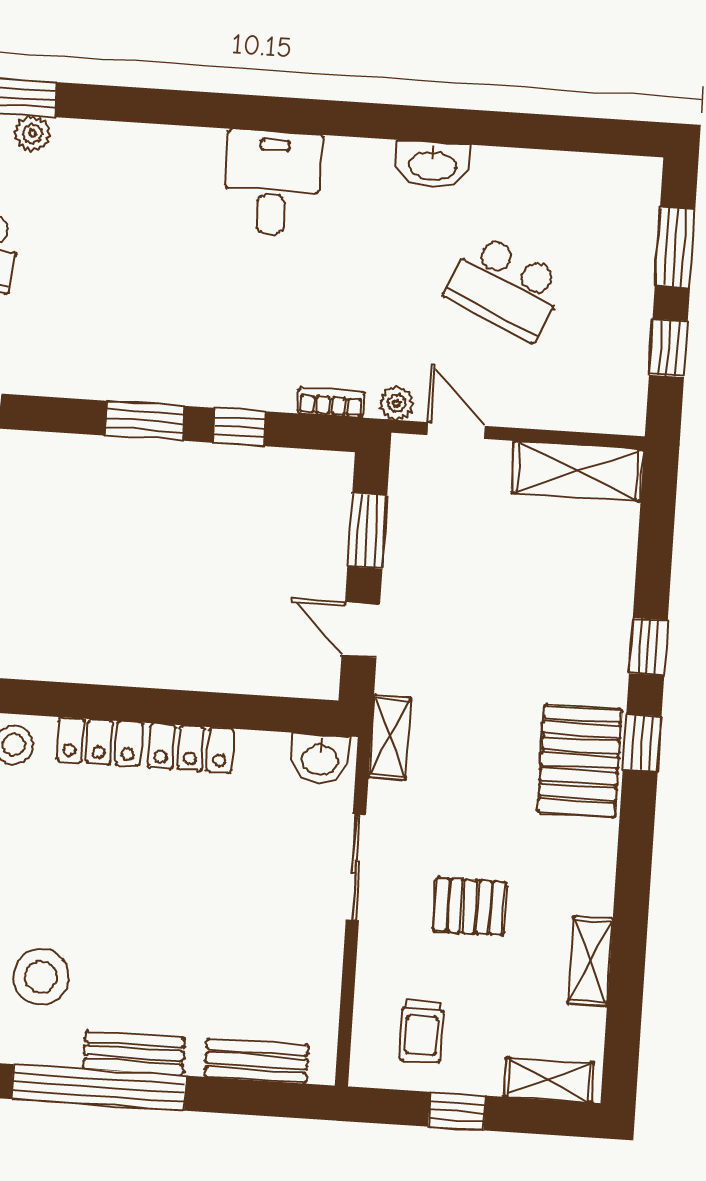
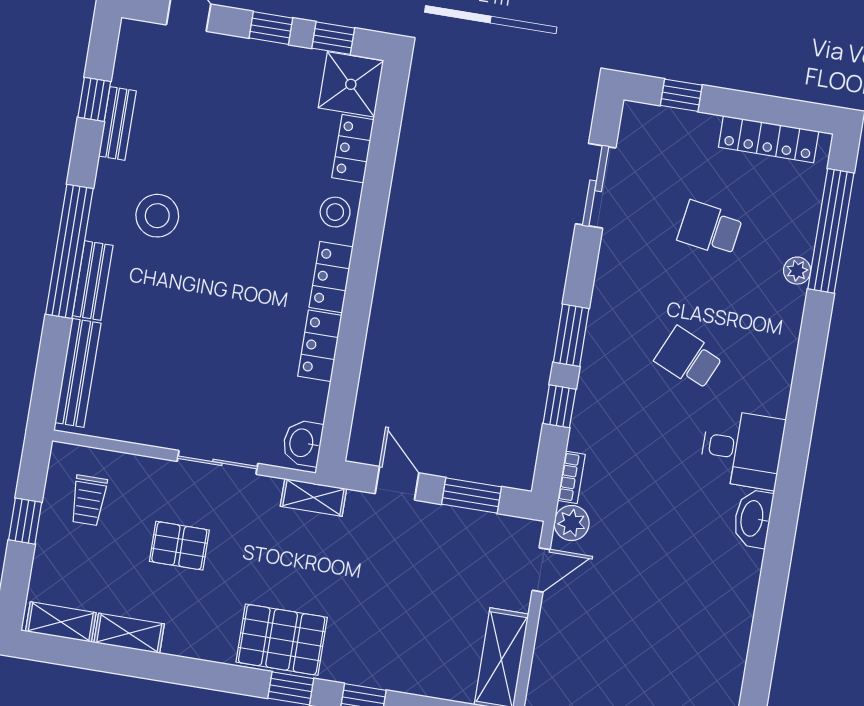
washbasin: (433, 165) -> (753, 519), moved
school desk: (505, 287) -> (689, 358), moved, width x0.54
plant: (396, 403) -> (572, 523), width x1.38, depth x1.38
door: (361, 630) -> (397, 483), hinge flipped
pallet: (470, 906) -> (179, 546), turned 90
trolley: (422, 1031) -> (89, 500), turned -90
bench: (257, 1061) -> (78, 373), width x1.36
shelving: (549, 1080) -> (61, 622), moved, turned 90

